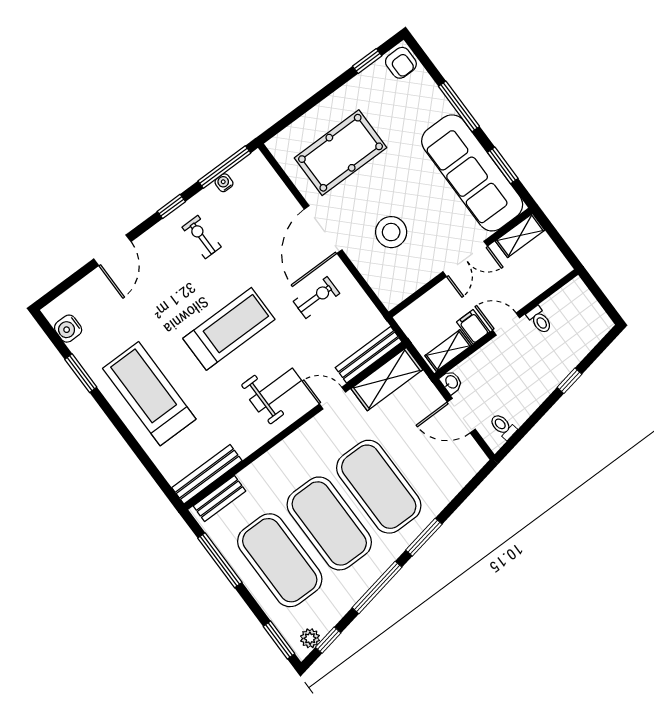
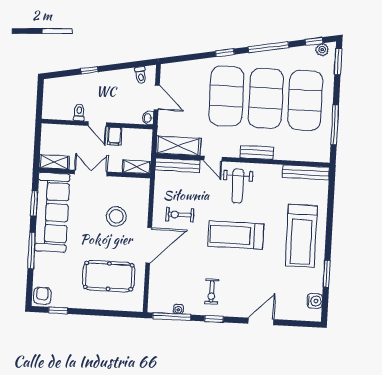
shelving: (448, 351) -> (137, 167), moved
weight bench: (276, 390) -> (238, 186), turned -90
bench: (219, 498) -> (257, 153), moved
window: (424, 537) -> (225, 53), width x0.67

